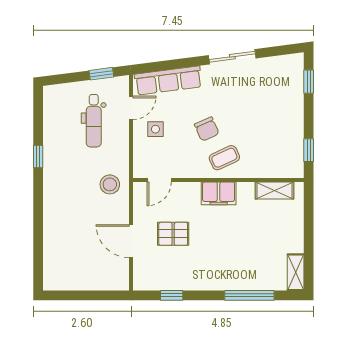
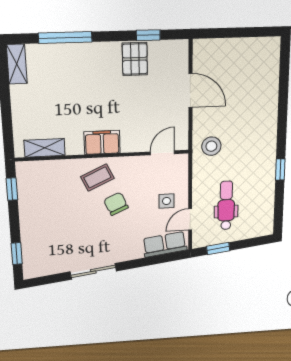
row of seats: (168, 80) -> (165, 244), width x0.68
pallet: (173, 234) -> (135, 59), moved, turned 90

